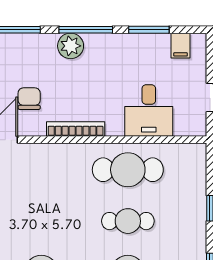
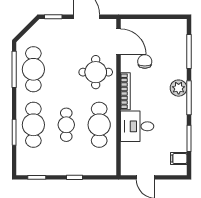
chair: (29, 99) -> (145, 62), turned -90
desk: (149, 111) -> (137, 126), moved
round table: (46, 175) -> (96, 72), added

